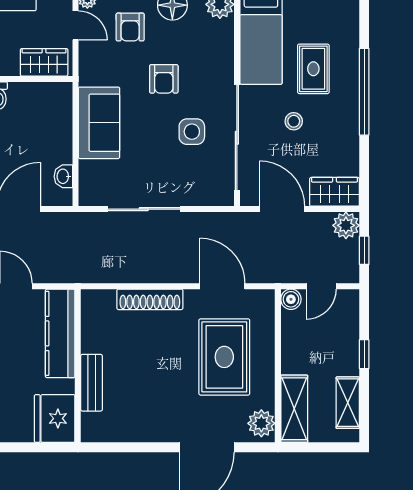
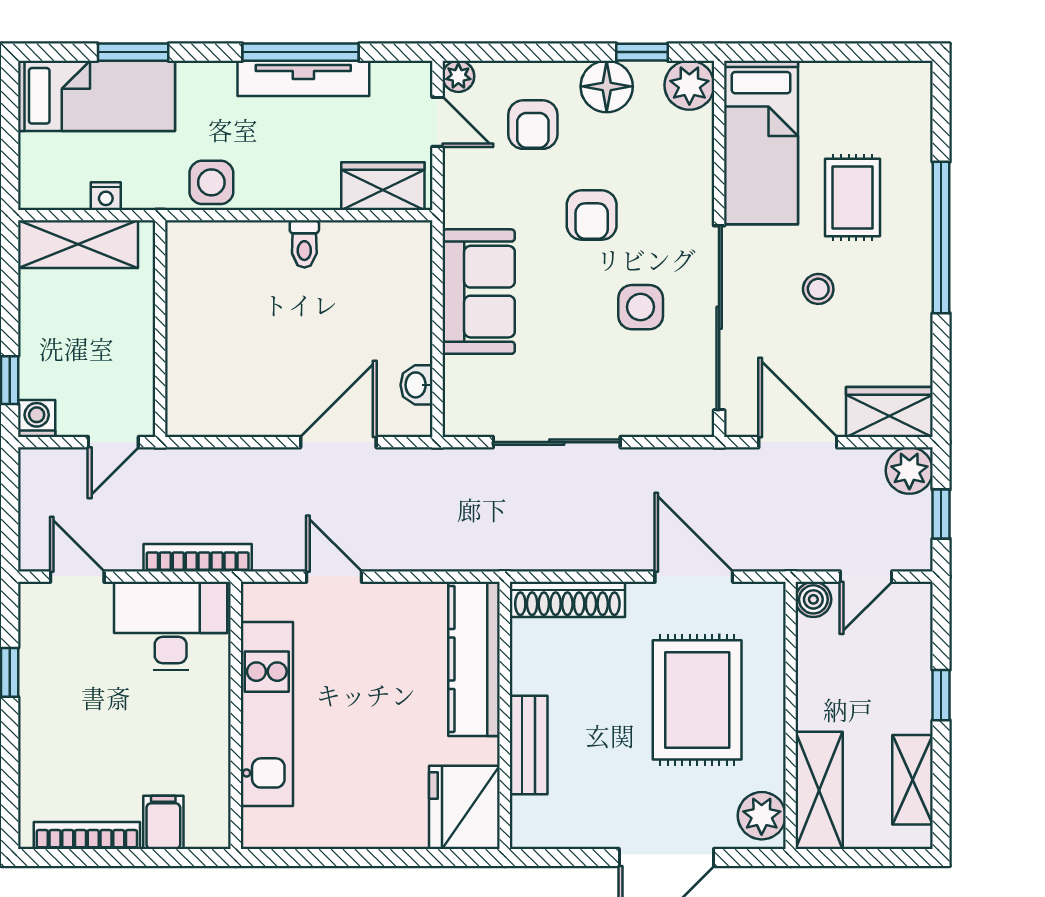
kitchen counter: (60, 333) -> (474, 659), moved
wall: (78, 366) -> (505, 715), moved
bench: (92, 383) -> (529, 745), moved
fridge: (55, 418) -> (464, 807), moved

